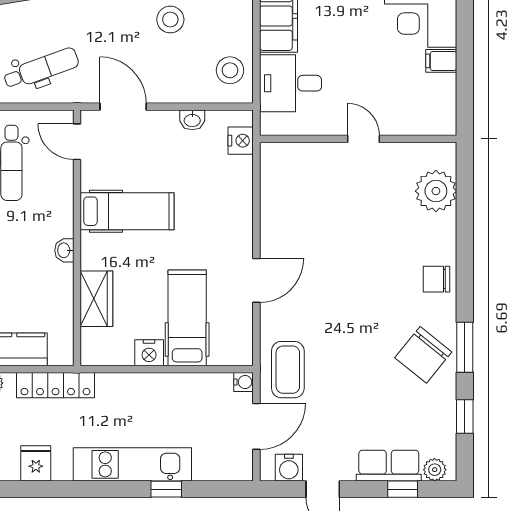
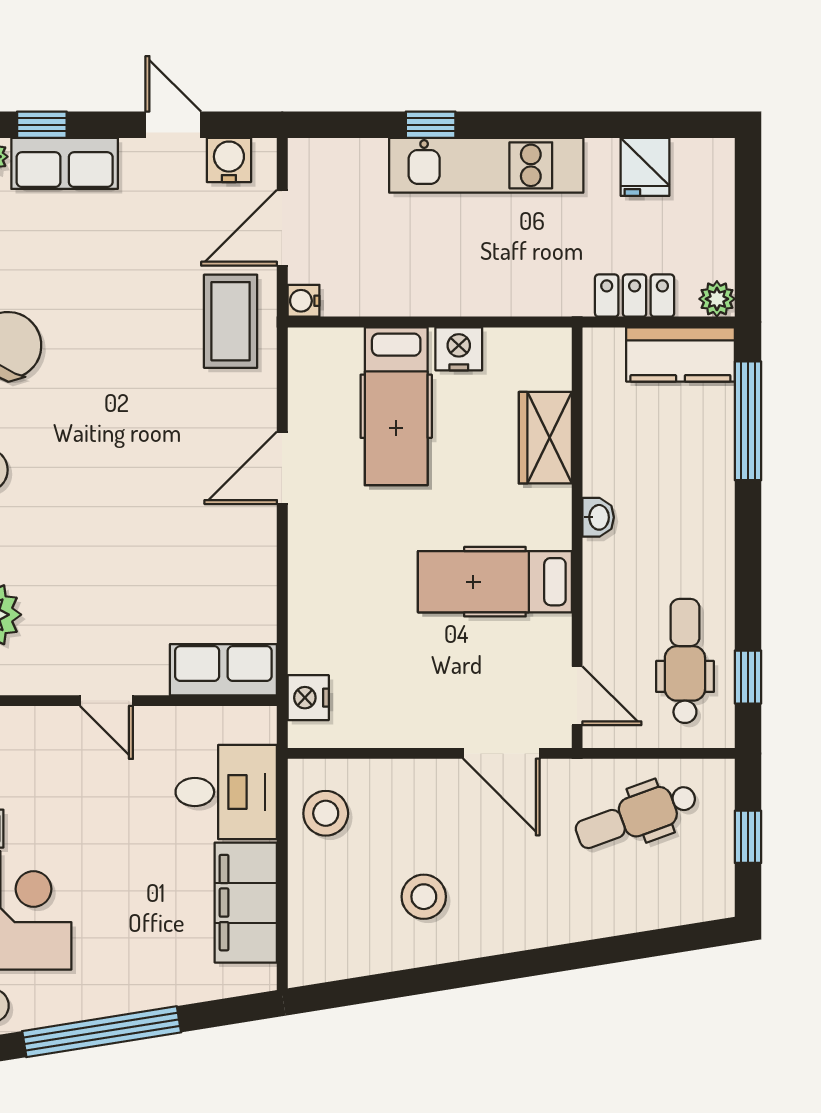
washbasin: (192, 120) -> (388, 732), removed
row of seats: (292, 158) -> (223, 670), added
locker: (55, 385) -> (635, 296), width x0.66

